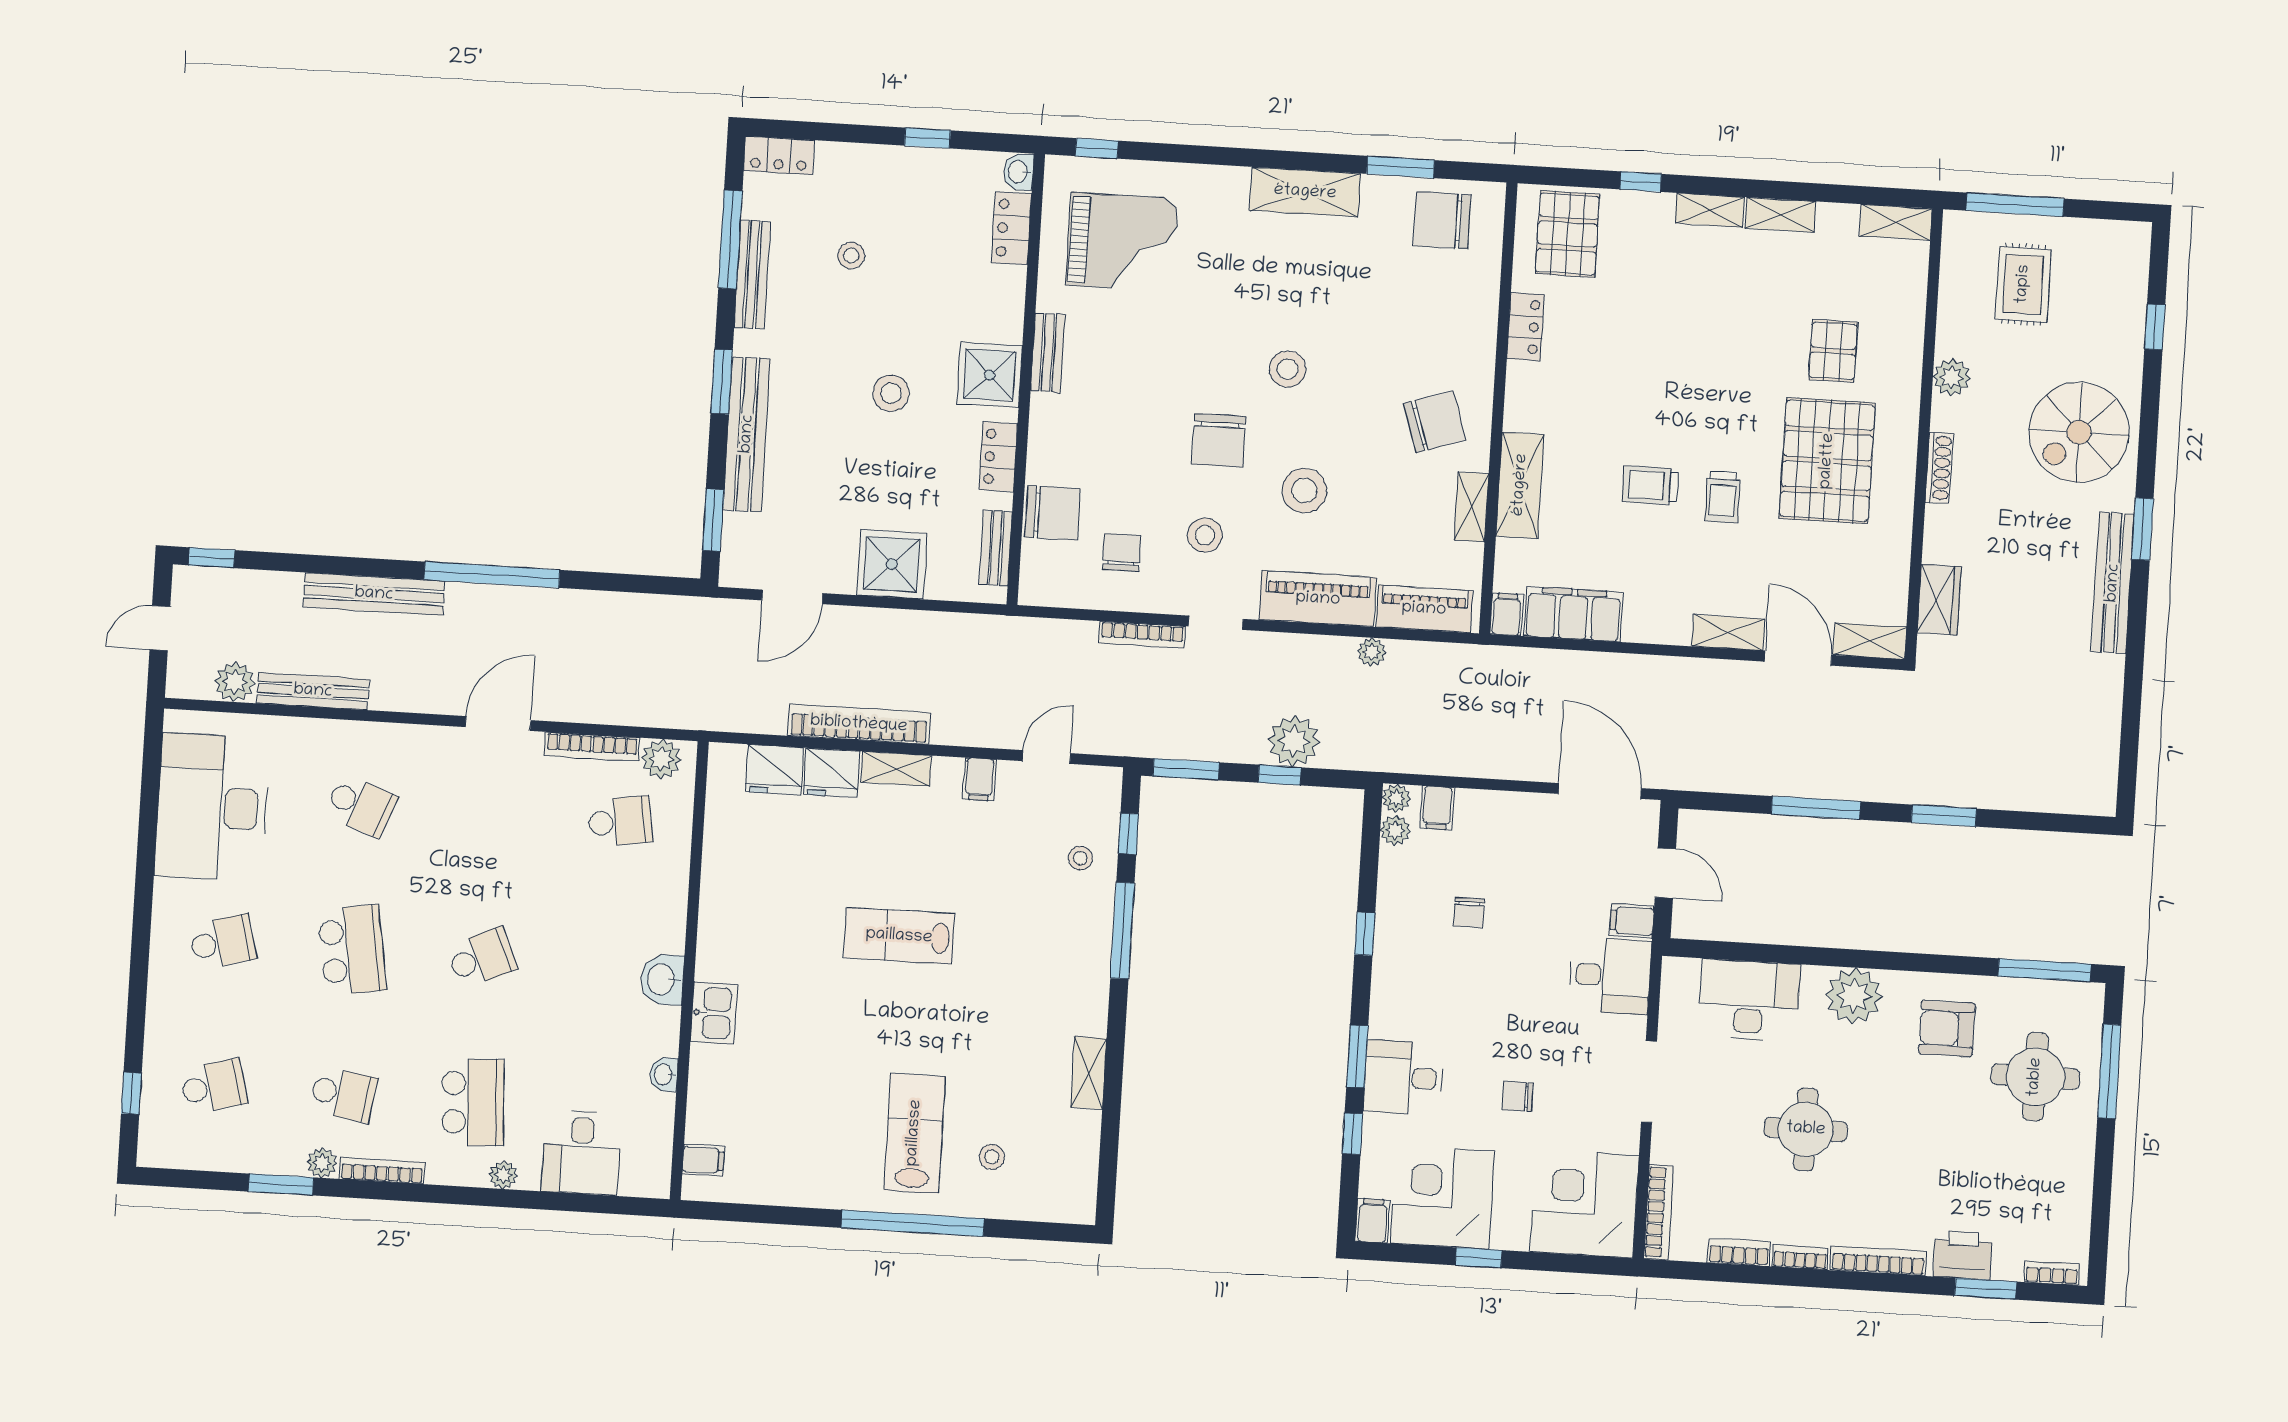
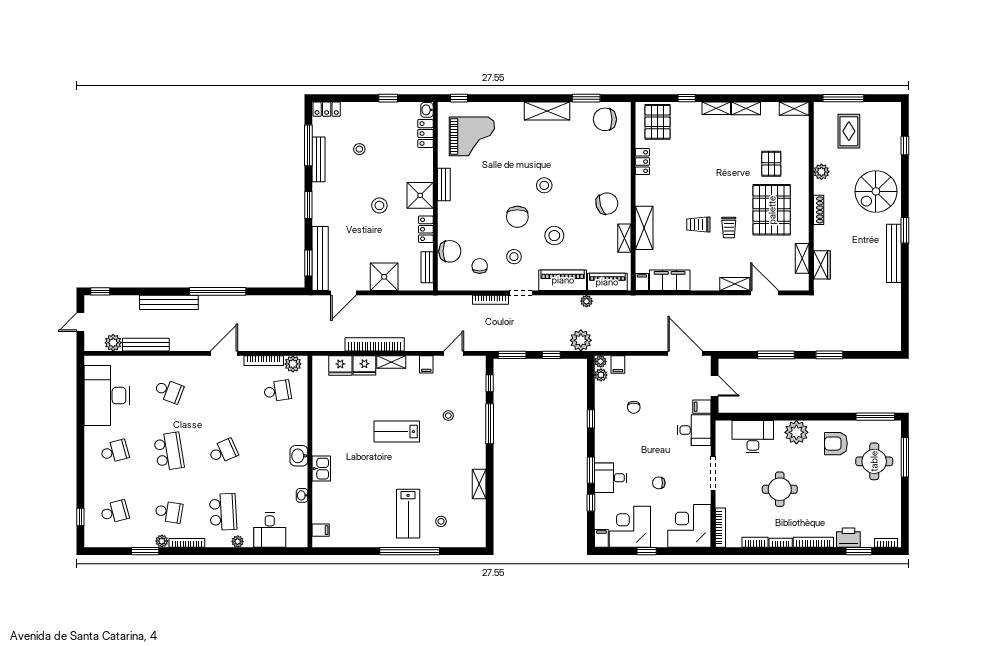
bench: (747, 434) -> (320, 258), moved
shelving: (1870, 641) -> (802, 258), moved, turned 90
plant: (1294, 741) -> (581, 340), moved
stool: (1080, 858) -> (448, 416), moved
lab bench: (914, 1133) -> (408, 514), turned 180

